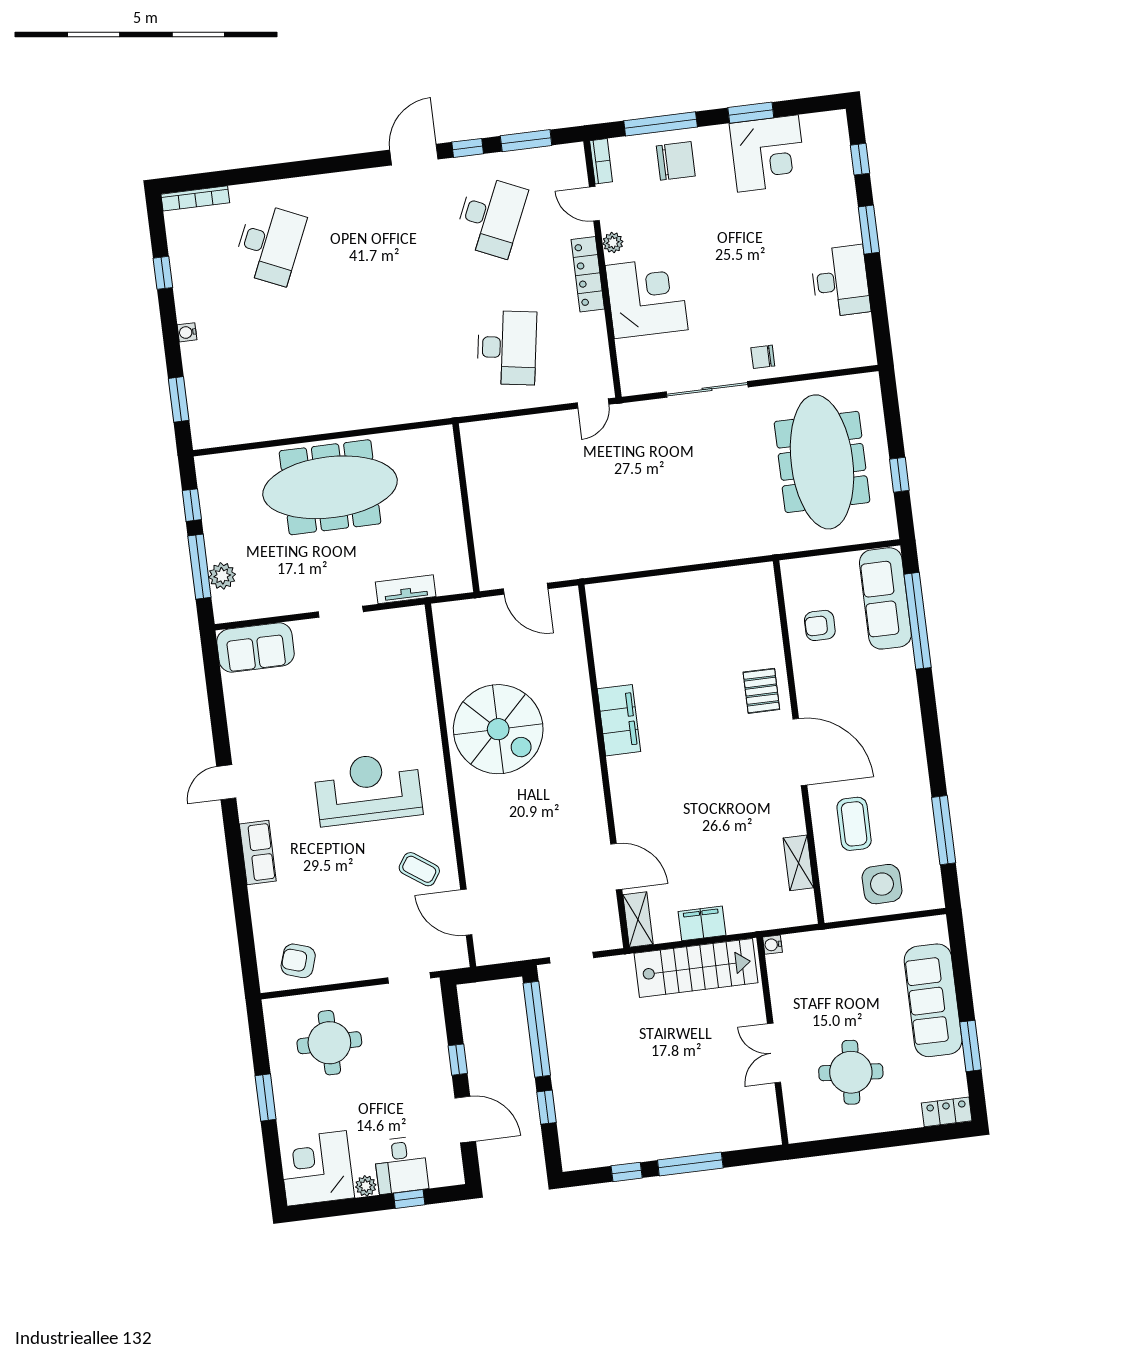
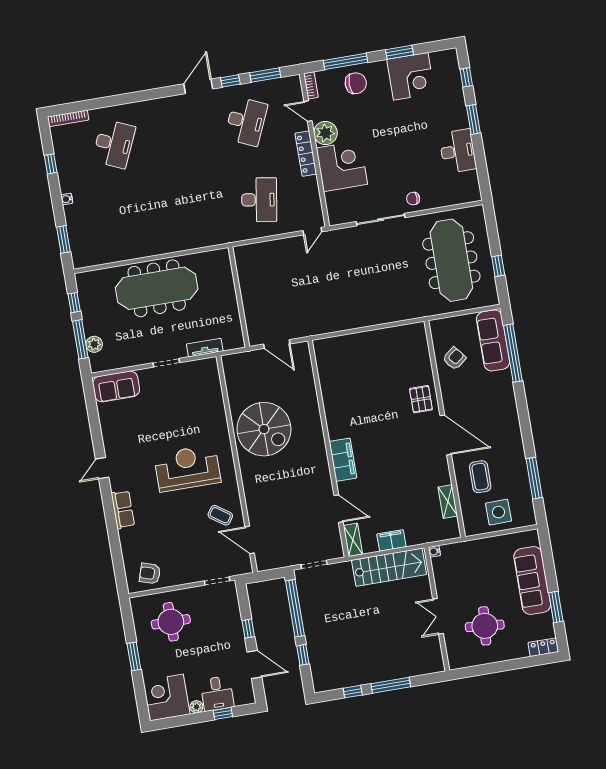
plant: (613, 243) -> (325, 133), width x1.87, depth x1.87
armchair: (820, 625) -> (454, 358), turned 141
filing cabinet: (619, 720) -> (343, 460), moved

